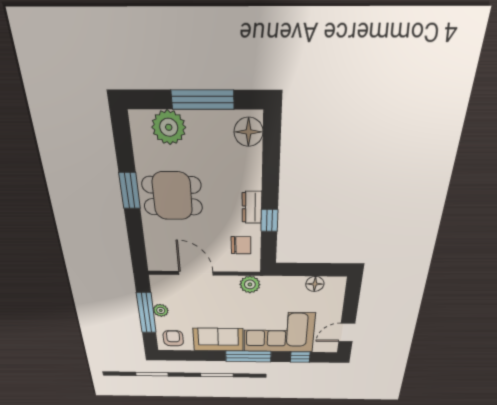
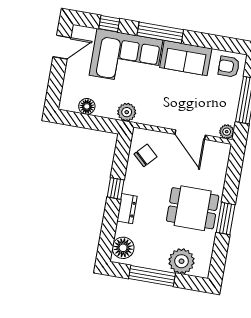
dresser: (252, 207) -> (127, 209), moved
window: (269, 220) -> (116, 188), moved
chair: (241, 245) -> (146, 155), turned 133
plant: (250, 284) -> (127, 112), moved
plant: (161, 310) -> (227, 132), moved
armchair: (173, 338) -> (229, 67), turned 90

